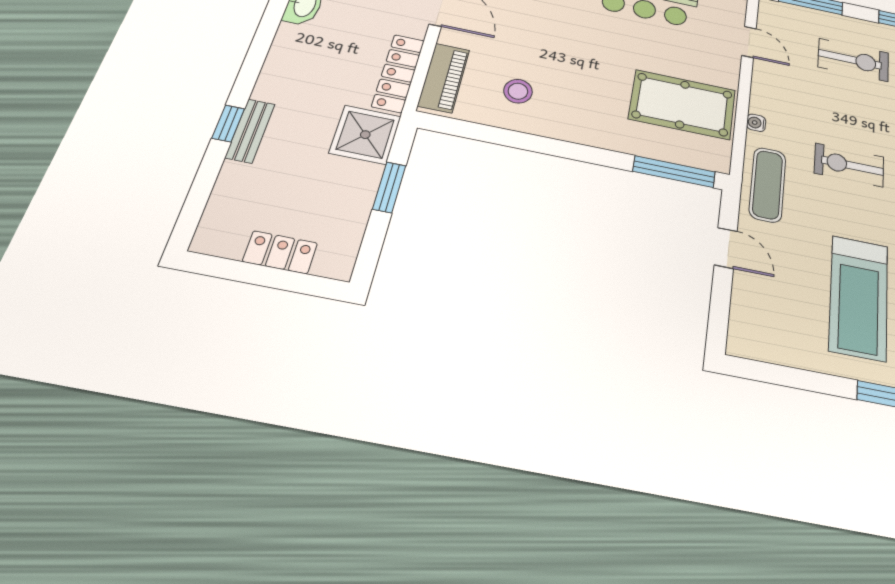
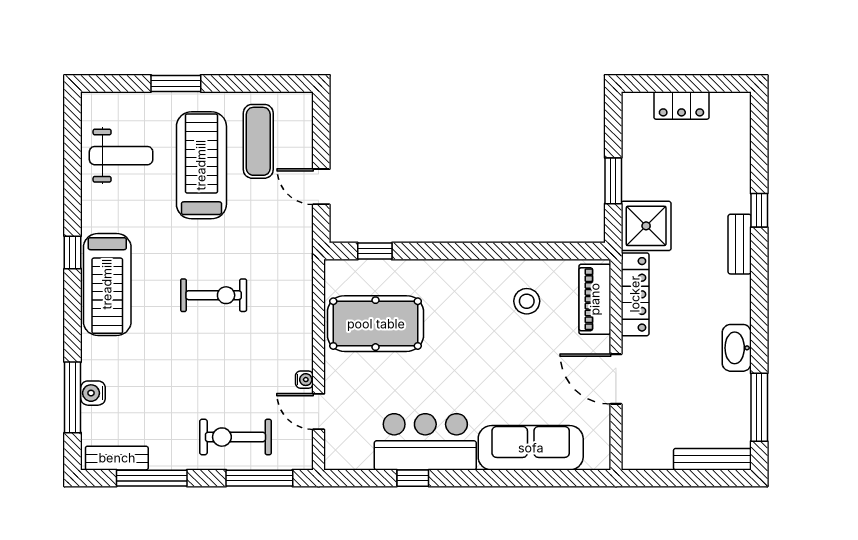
exercise bike: (853, 60) -> (235, 437), moved
water cooler: (756, 123) -> (304, 380), moved
bench: (250, 131) -> (740, 244), moved
window: (674, 172) -> (375, 251), width x0.46
exercise mat: (768, 185) -> (258, 141), moved

